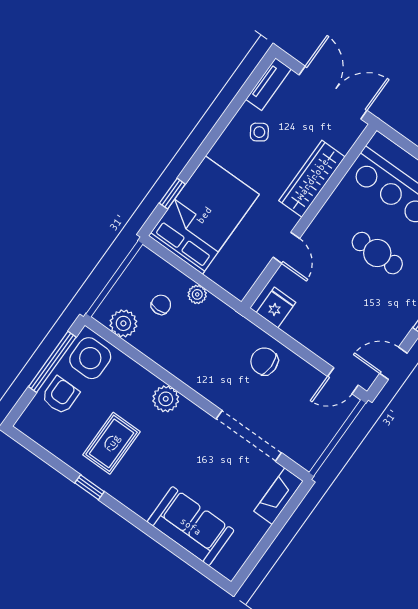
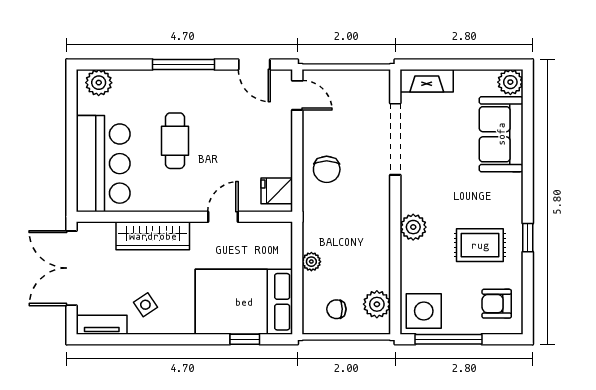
chair: (161, 305) -> (336, 309), moved
armchair: (60, 395) -> (497, 304), moved
plant: (228, 564) -> (510, 82), added

